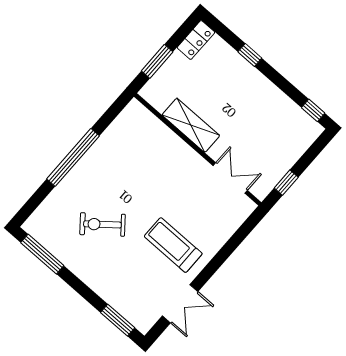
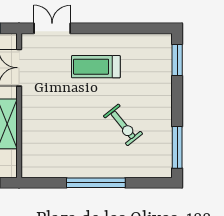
treadmill: (173, 245) -> (96, 67), turned 90
double door: (180, 304) -> (52, 28), moved

